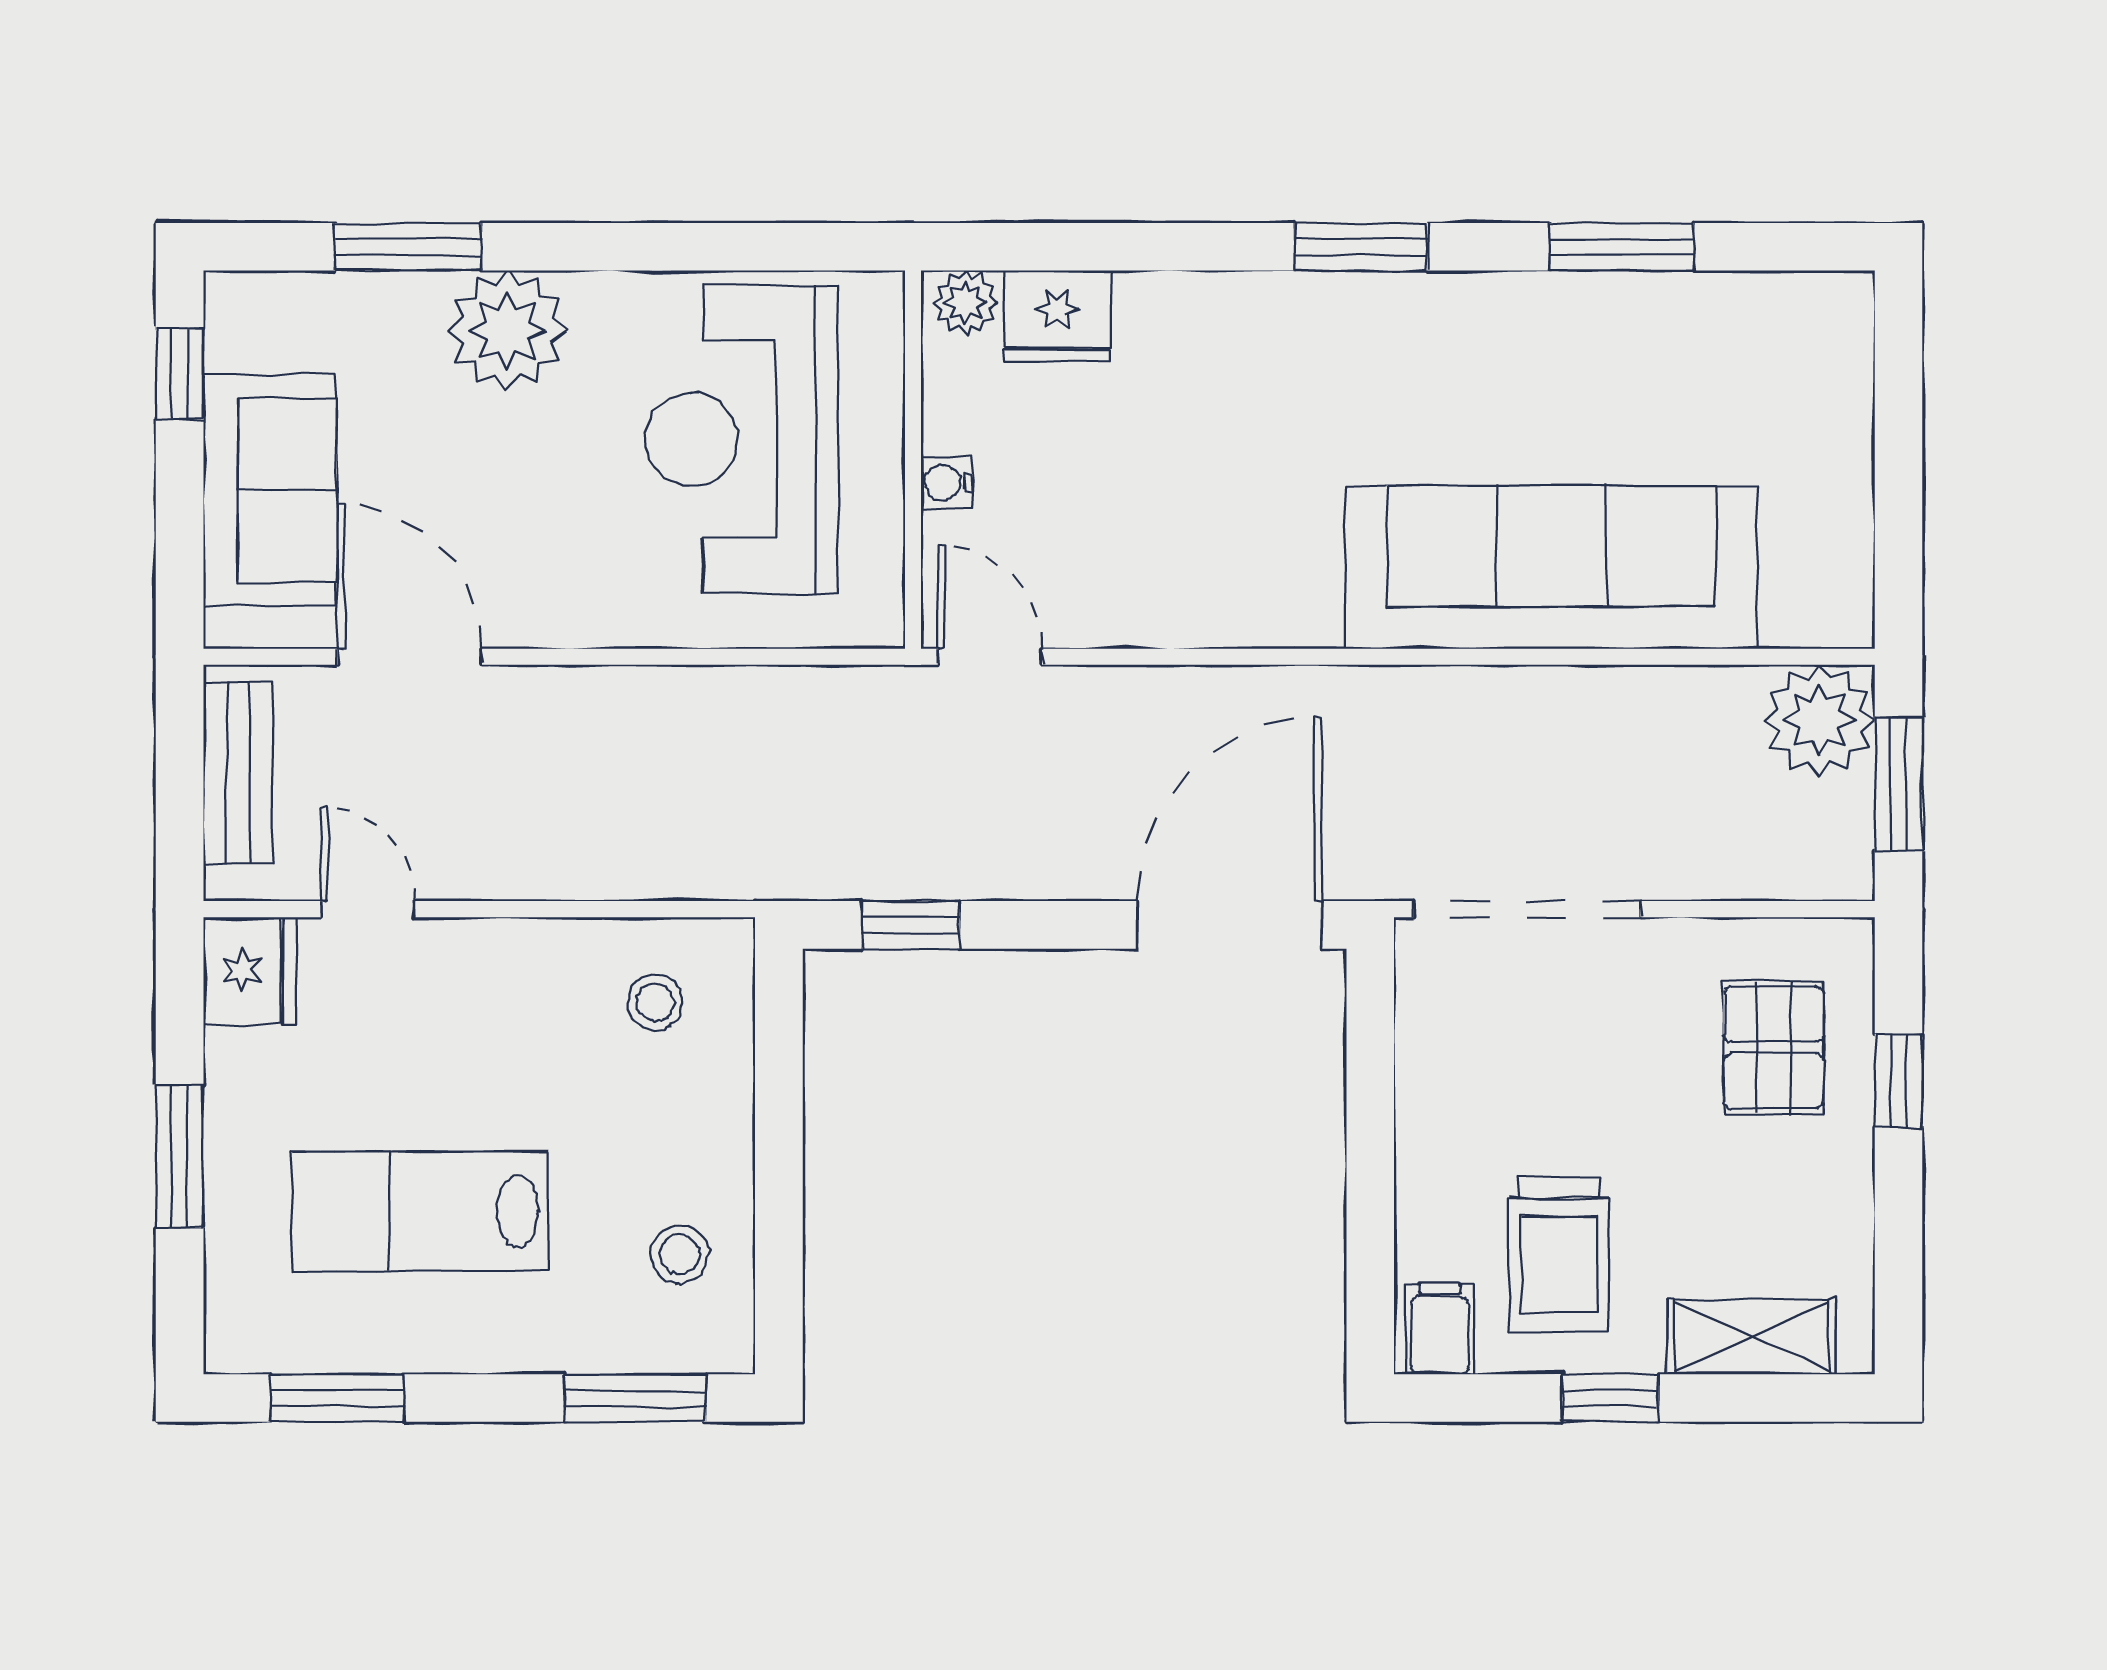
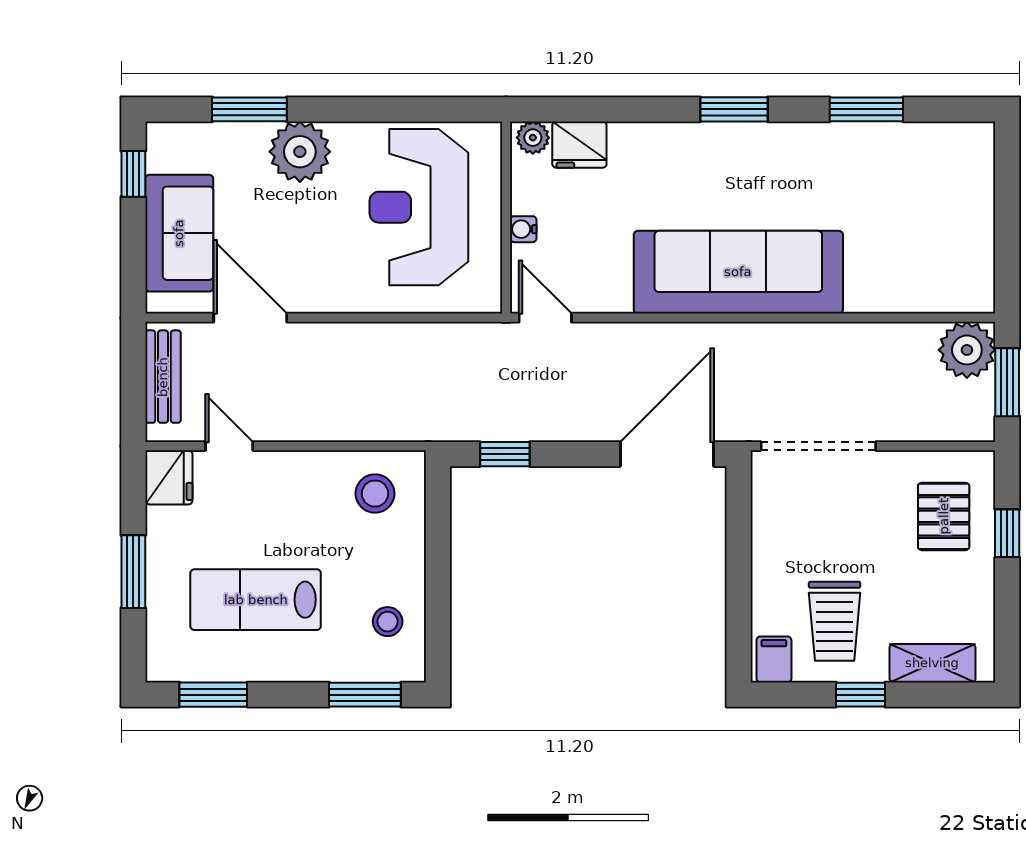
sofa: (1551, 567) -> (738, 272), moved
stool: (655, 1003) -> (375, 494), width x1.37, depth x1.37

